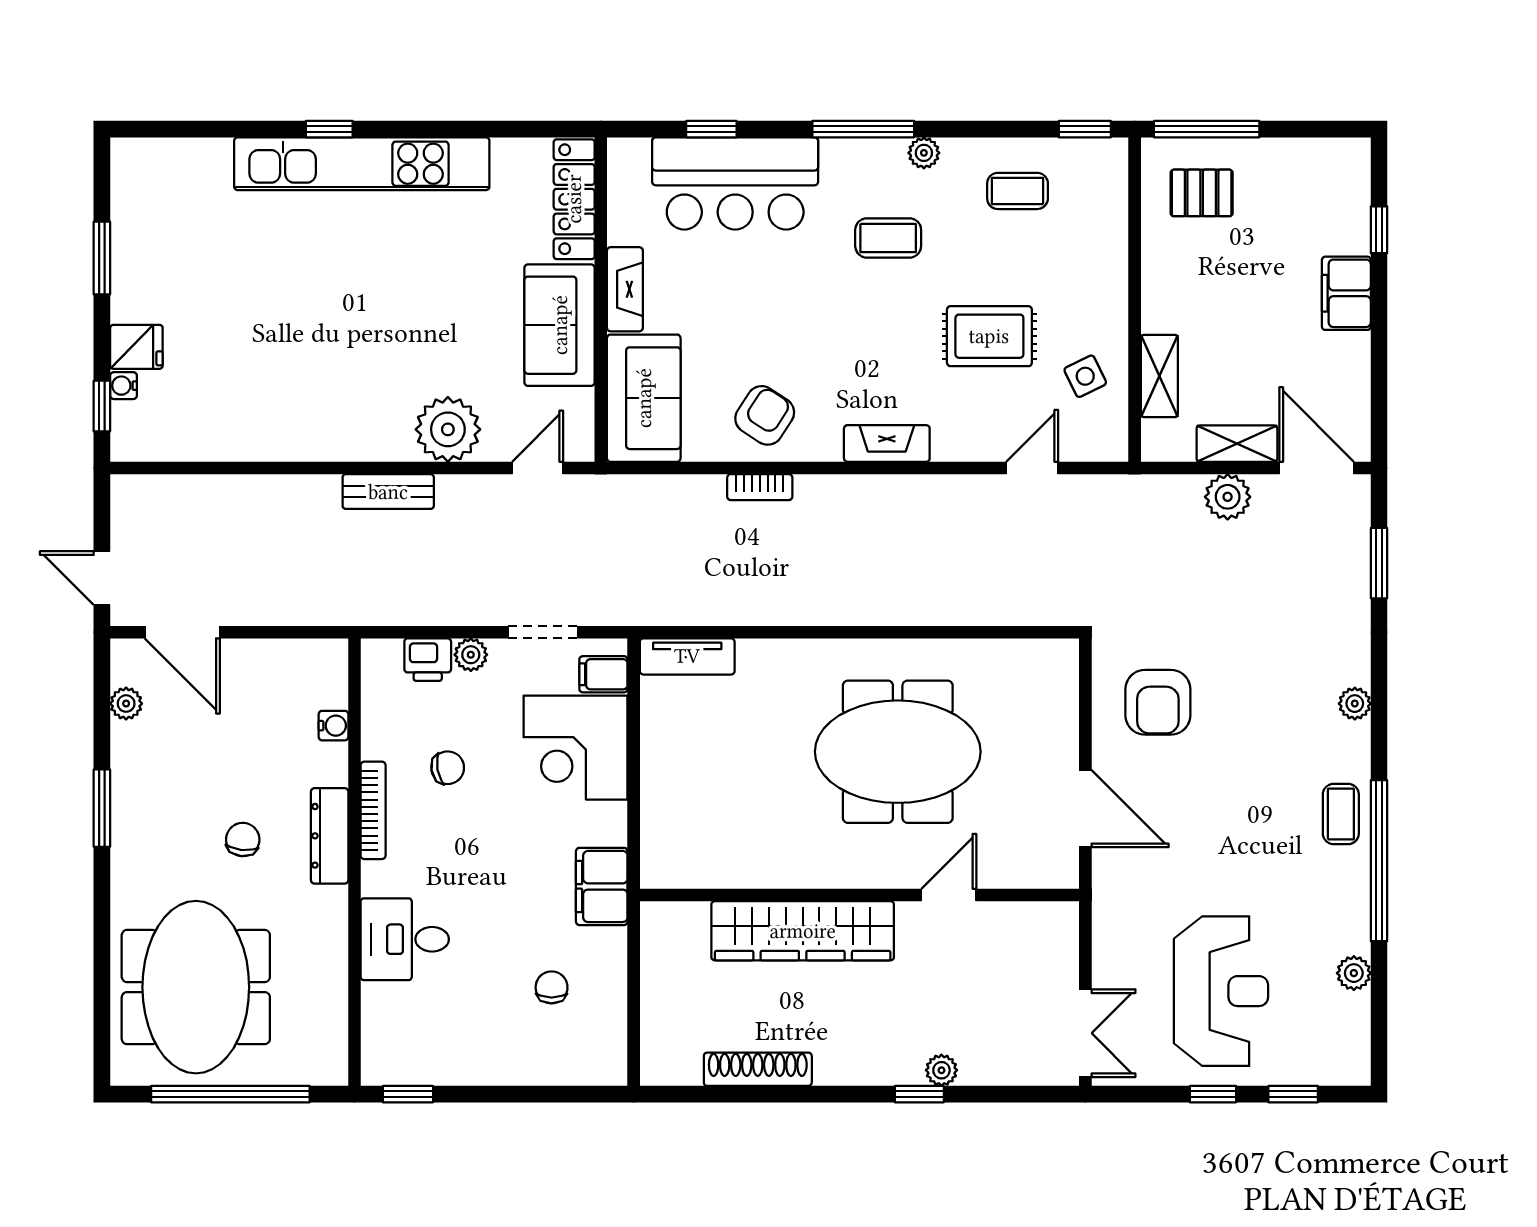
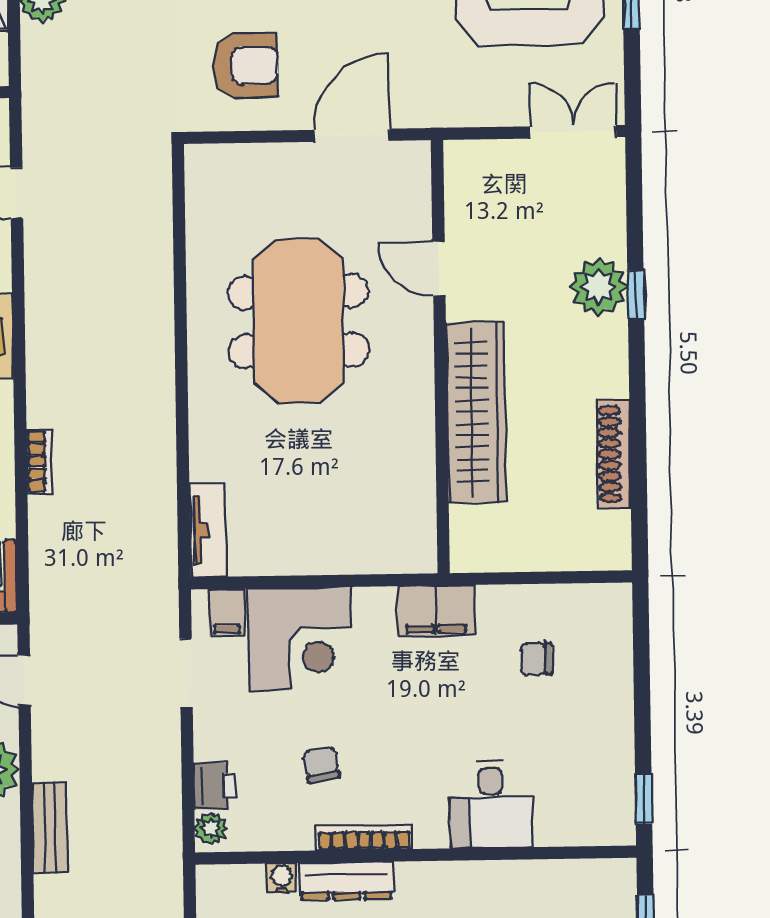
plant: (471, 655) -> (211, 829), moved
dresser: (330, 836) -> (346, 881), moved
plant: (941, 1070) -> (598, 287), width x1.87, depth x1.87

